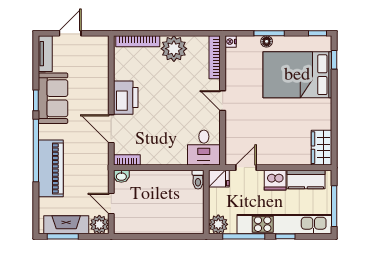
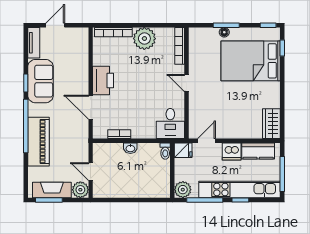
nightstand: (231, 42) -> (193, 32), removed
bookcase: (127, 160) -> (119, 134), moved
washbasin: (121, 176) -> (130, 148), moved

